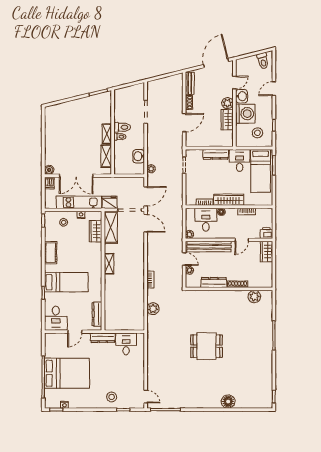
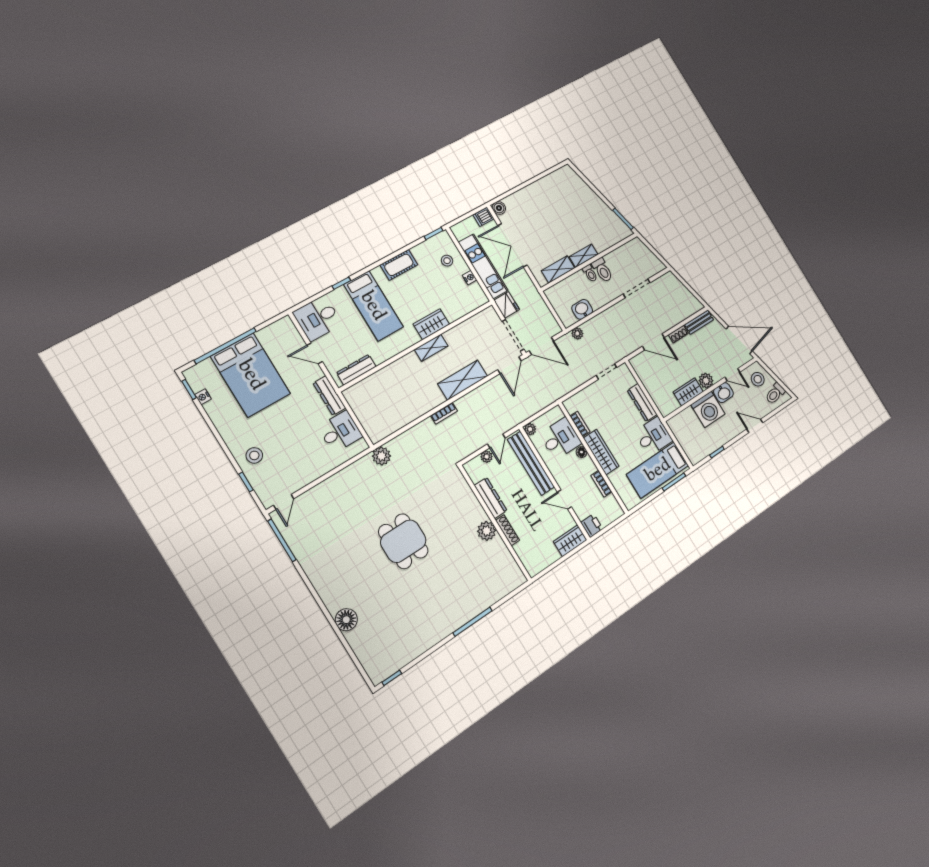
stool: (257, 133) -> (758, 379), moved
shelving: (111, 227) -> (463, 380), moved
wardrobe: (96, 231) -> (431, 324), moved
plant: (254, 296) -> (487, 531), moved
plant: (153, 309) -> (381, 456), moved

